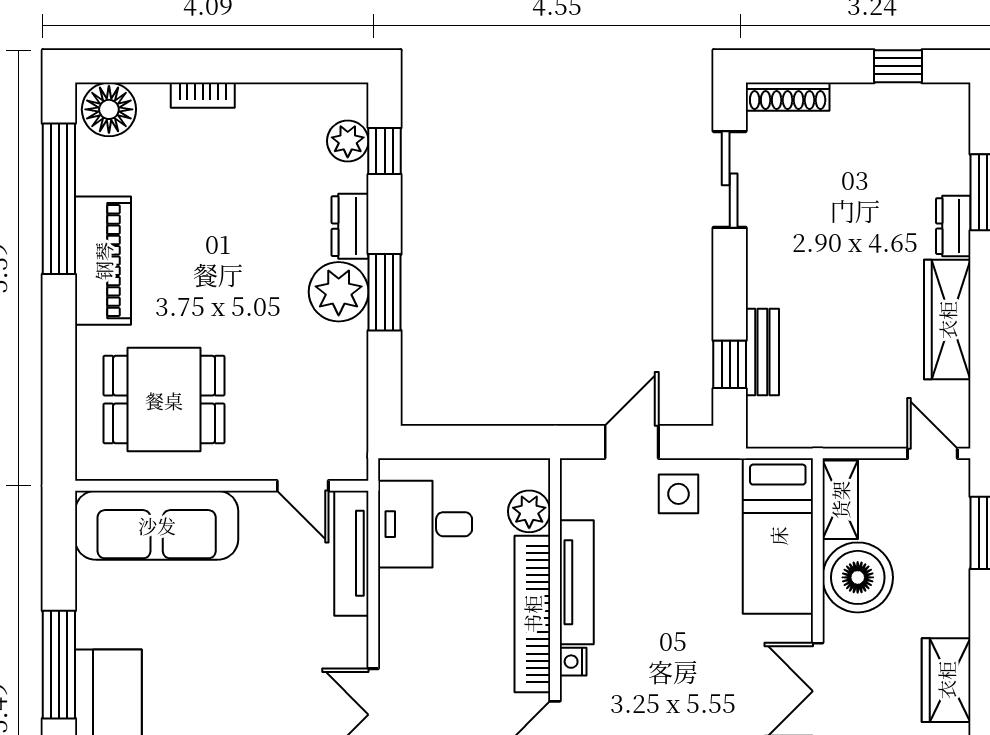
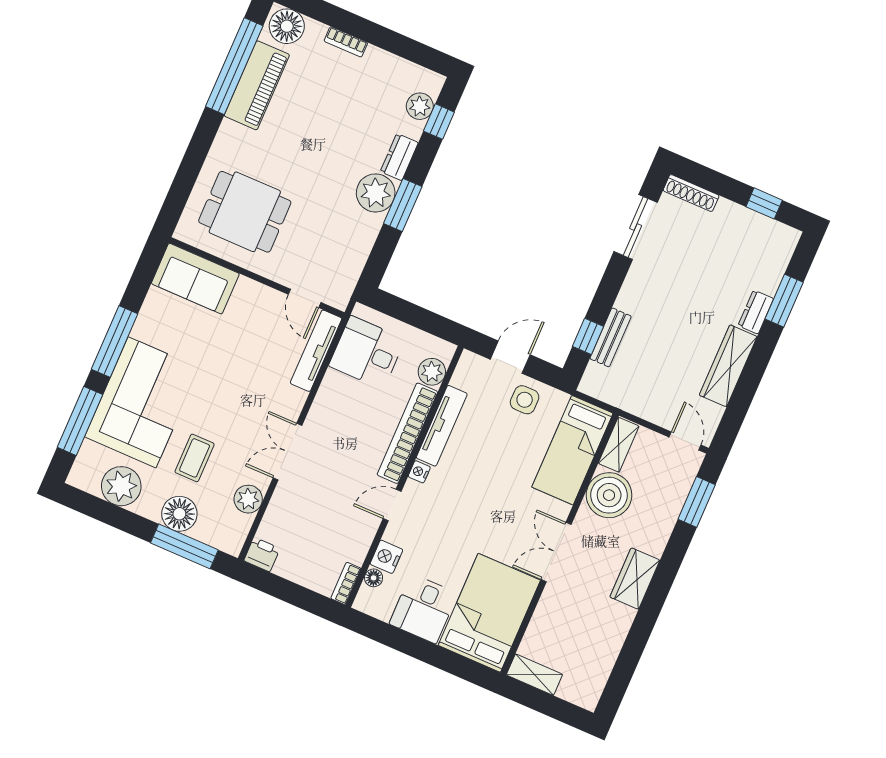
piano: (103, 261) -> (257, 85), moved
sofa: (157, 525) -> (195, 279), width x0.73

